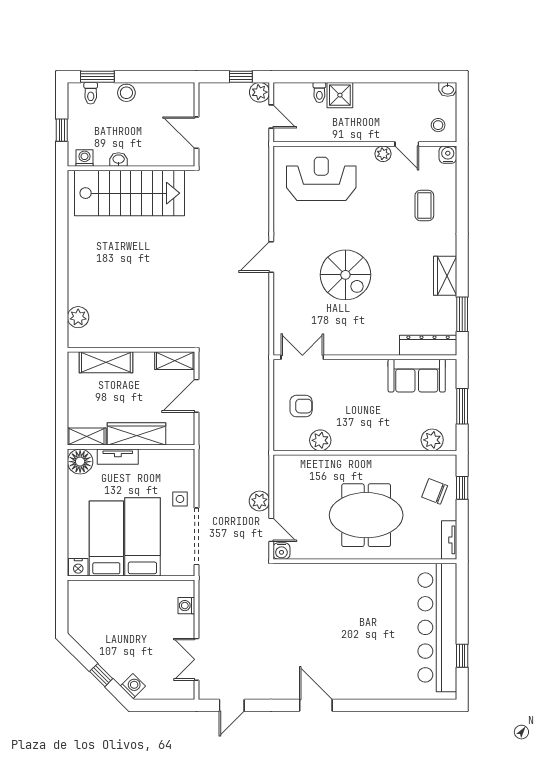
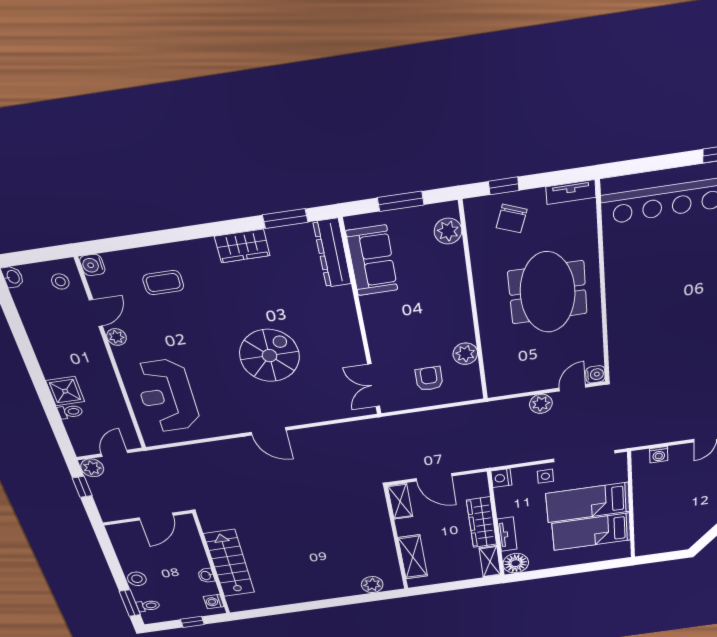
stairs: (129, 193) -> (229, 563), width x0.73, depth x0.66
nightstand: (78, 567) -> (501, 478), moved, turned 180

